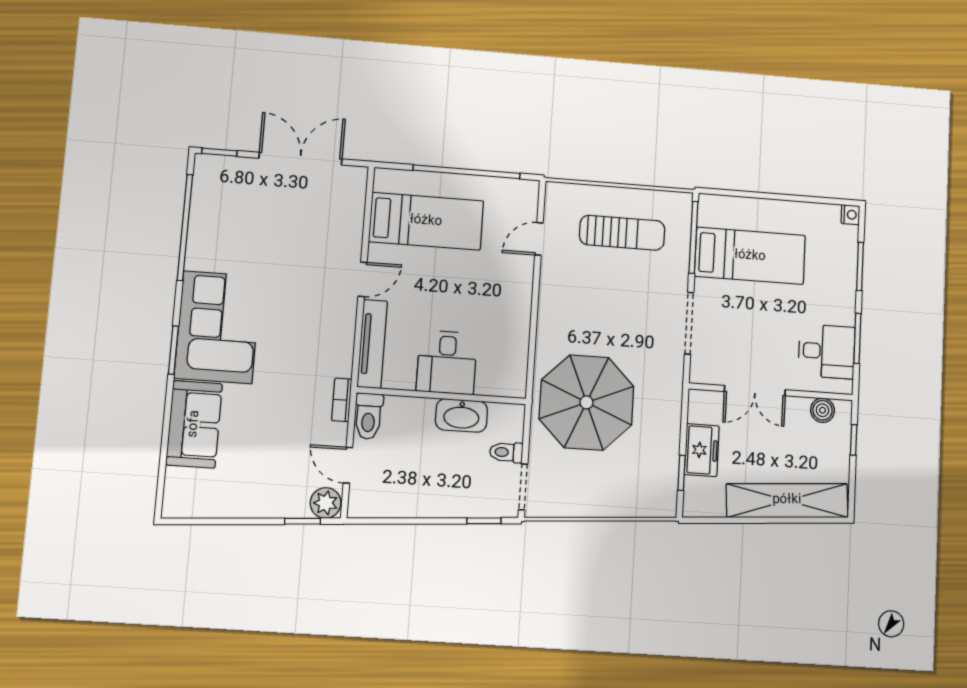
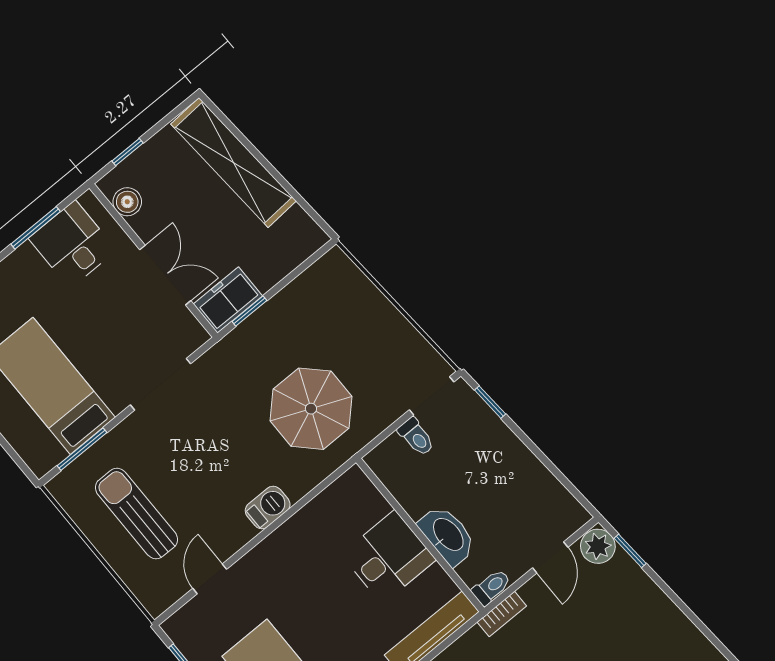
window: (693, 237) -> (82, 449), width x0.69
door: (539, 239) -> (210, 579), swing flipped
barbecue: (550, 317) -> (268, 508), added
parasol: (586, 402) -> (311, 409), width x0.73, depth x0.73
washbasin: (461, 415) -> (447, 535), moved
toilet: (368, 416) -> (491, 587), width x0.73, depth x0.72
freezer: (702, 450) -> (228, 300), moved
window: (681, 473) -> (249, 311), moved

